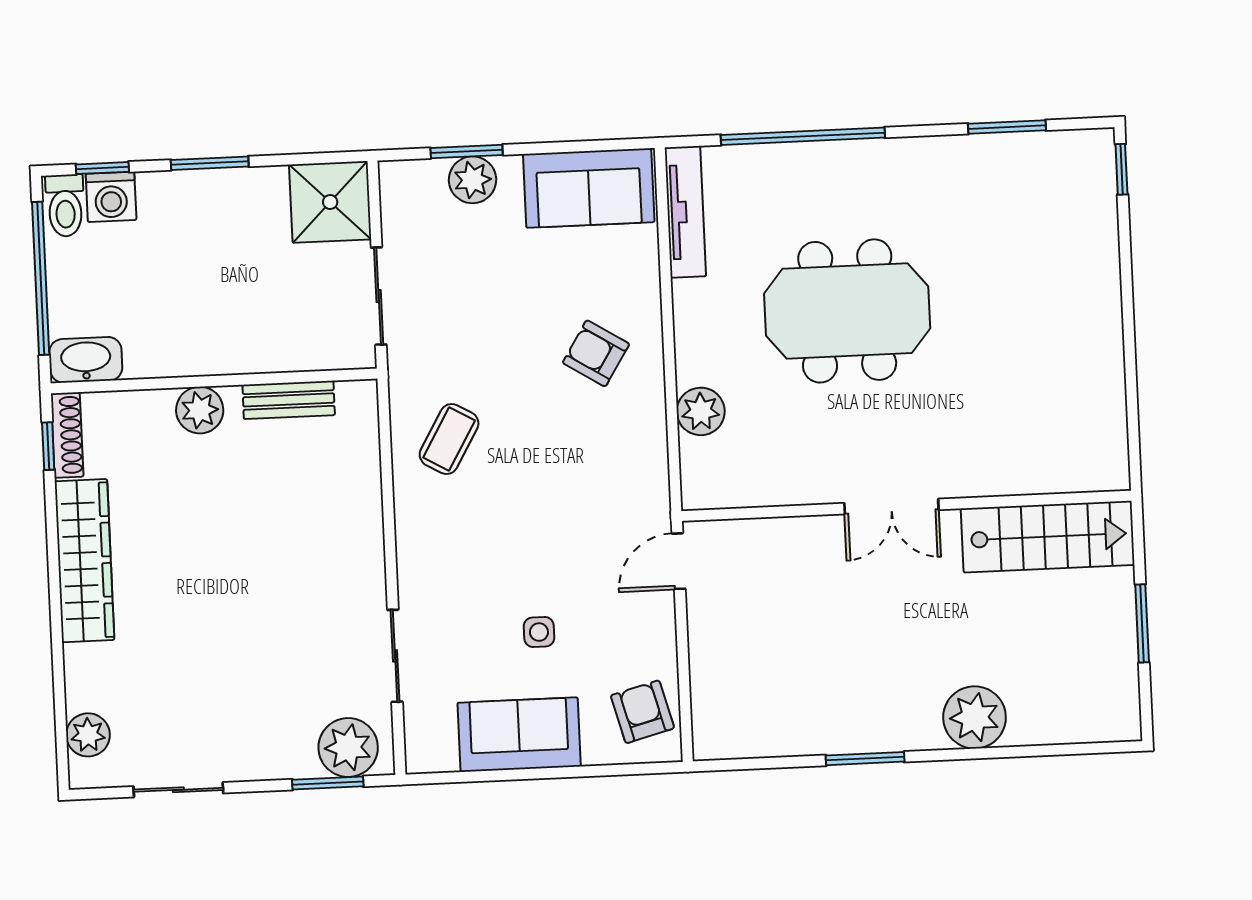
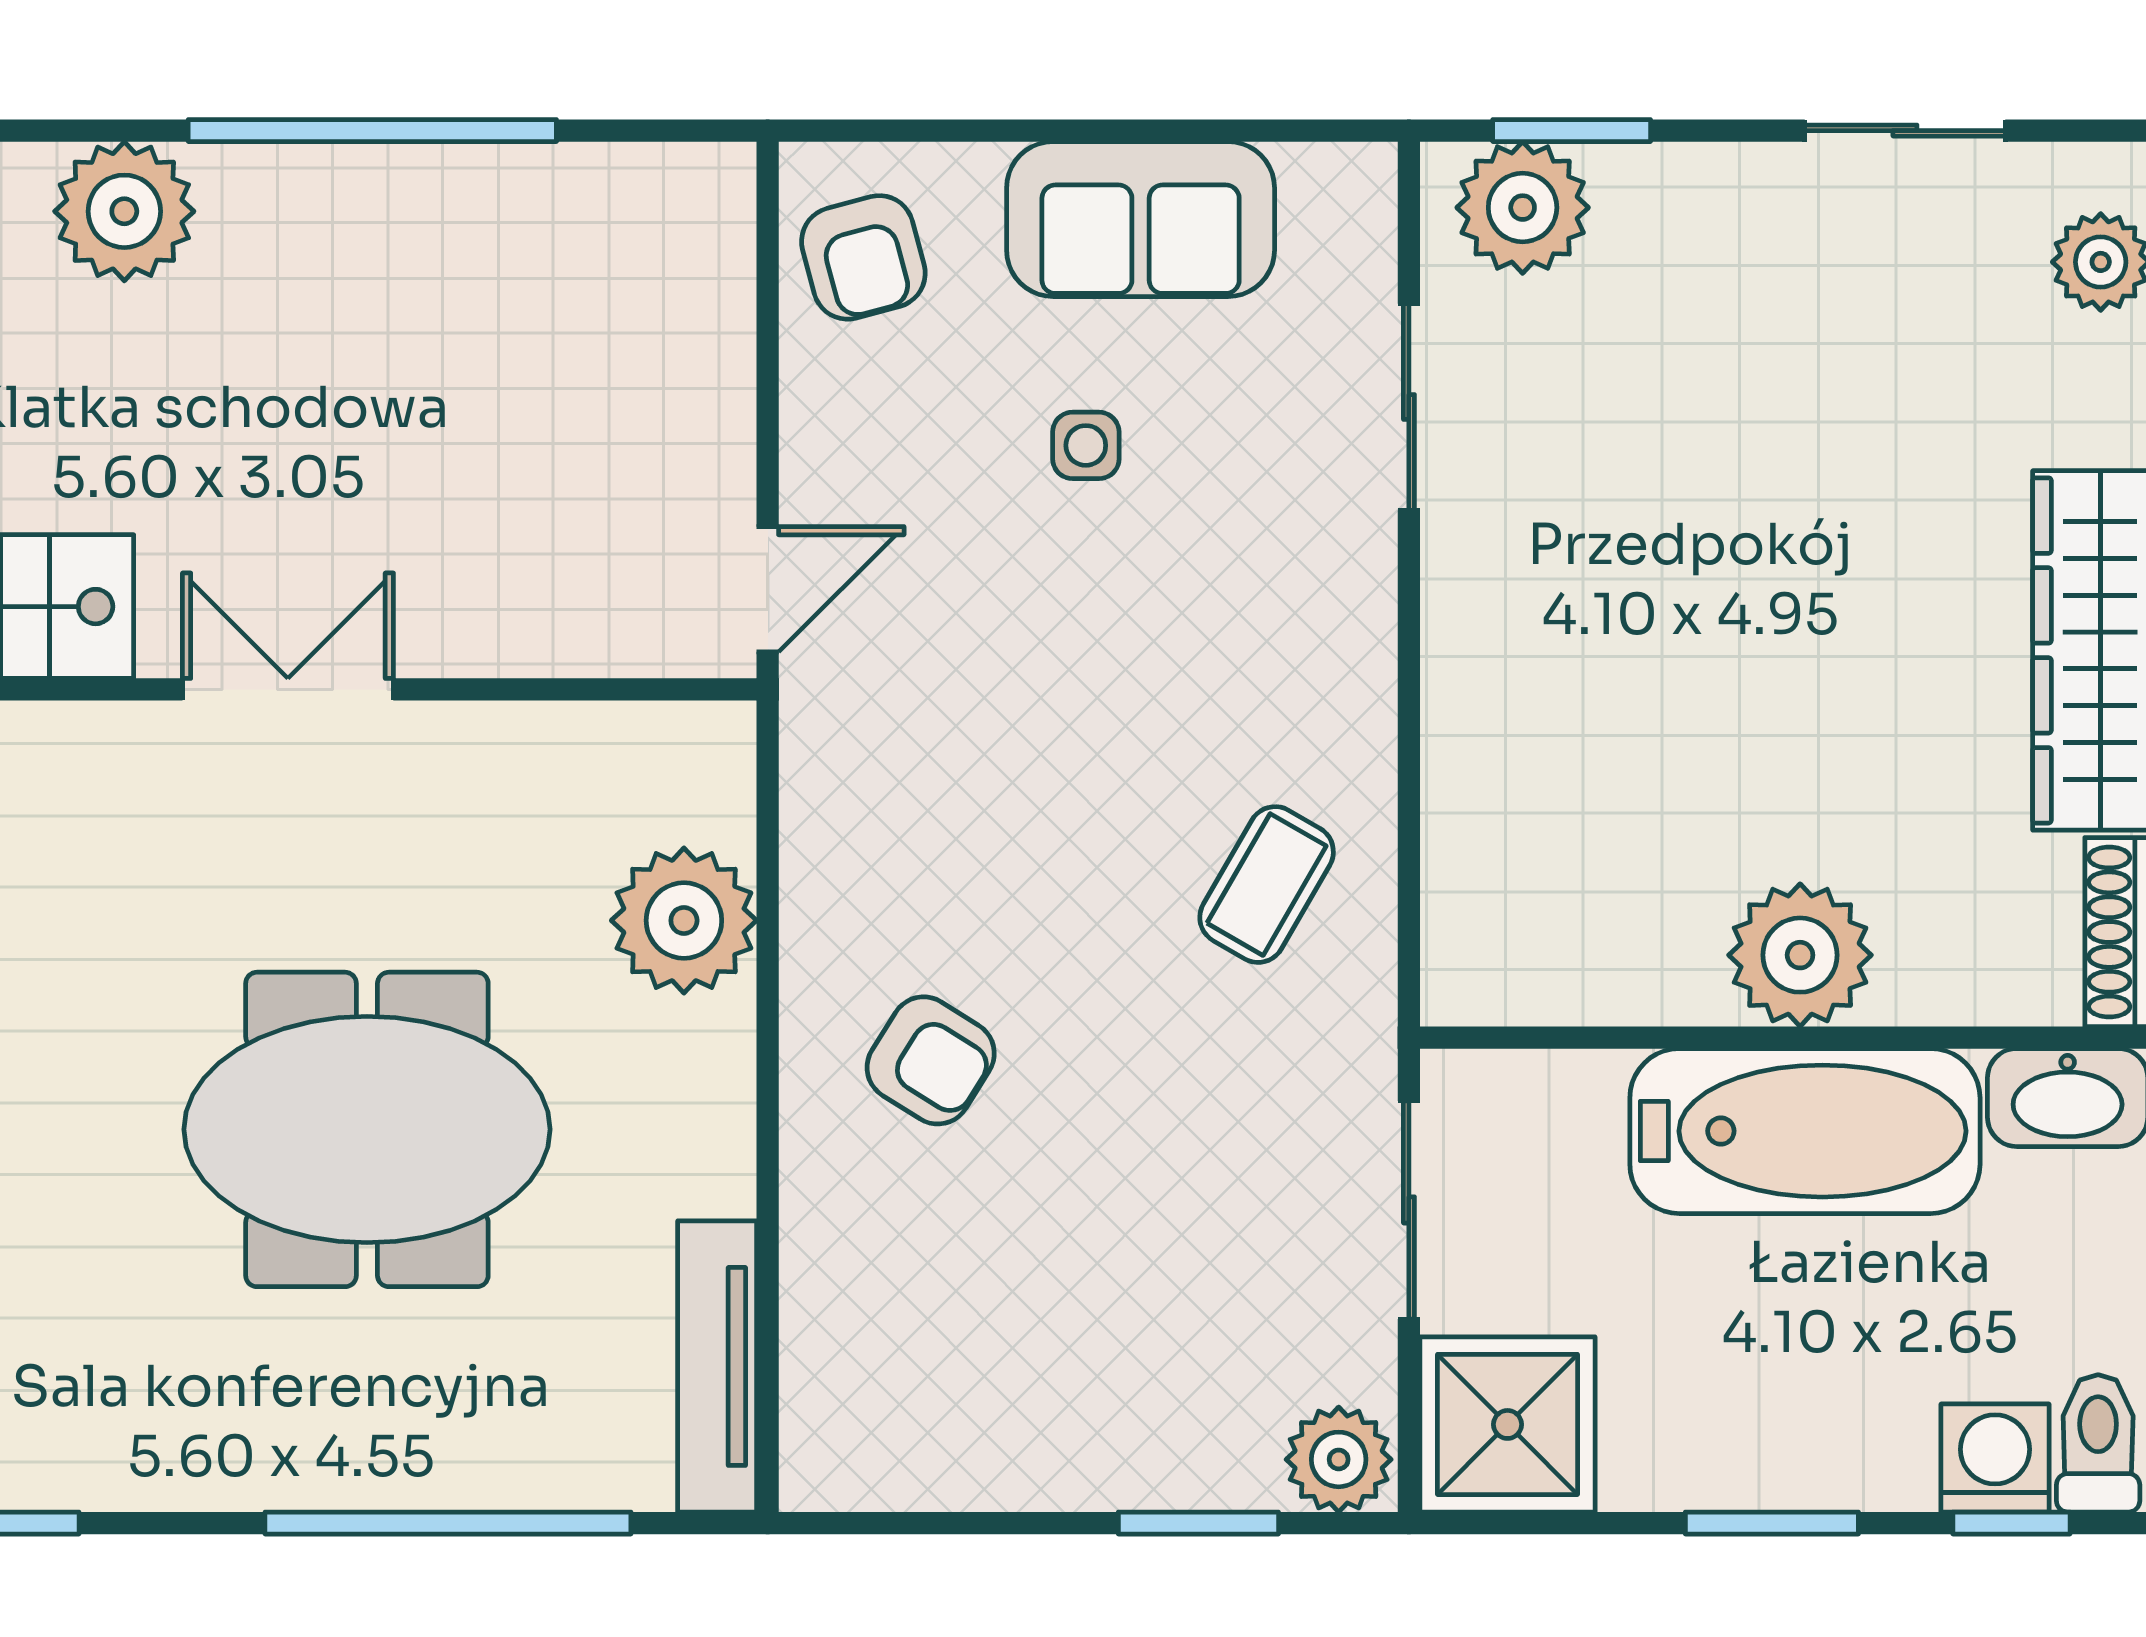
plant: (473, 180) -> (1339, 1459), moved
sofa: (589, 188) -> (930, 1429), removed
bathtub: (203, 340) -> (1805, 1131), added
bench: (289, 400) -> (1620, 988), removed
plant: (200, 410) -> (1800, 955), width x1.36, depth x1.36
plant: (701, 411) -> (684, 920), width x1.36, depth x1.36
window: (865, 759) -> (372, 131), width x2.11

